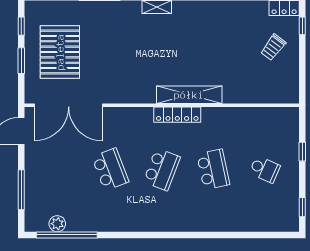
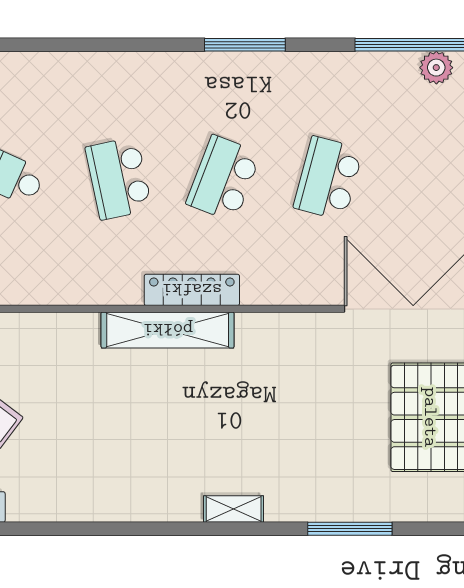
school desk: (110, 169) -> (328, 178), turned 36
window: (151, 235) -> (245, 45), added

